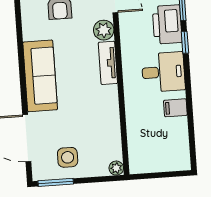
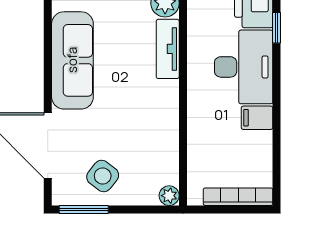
desk: (163, 72) -> (244, 67), width x1.37
side table: (68, 157) -> (103, 176), turned 38
bookcase: (166, 165) -> (238, 197), added

